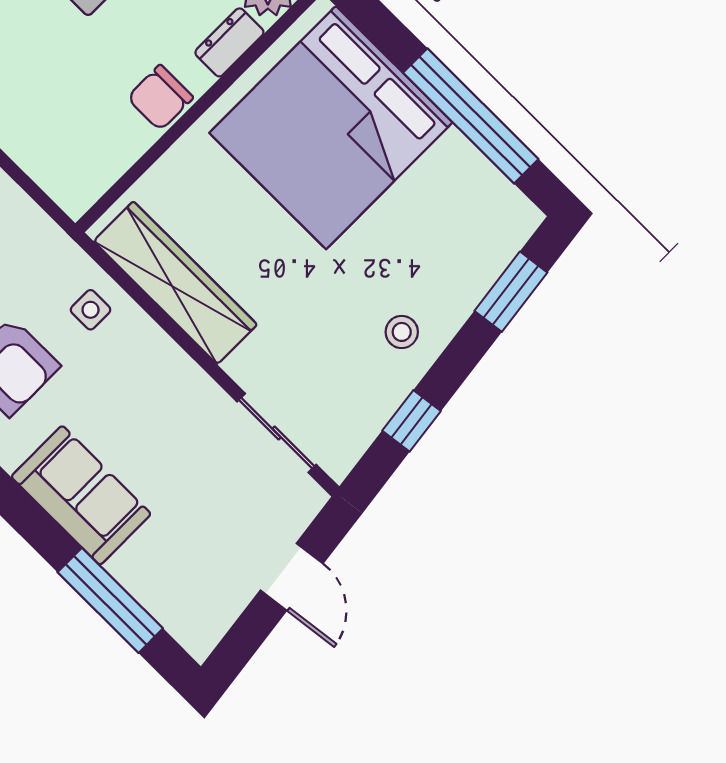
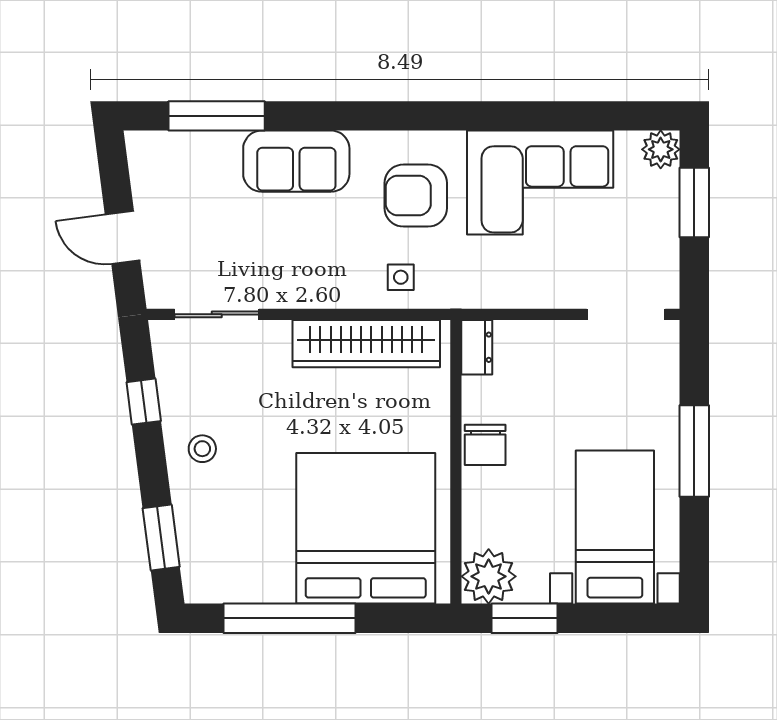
dresser: (229, 42) -> (477, 347), moved
chair: (160, 98) -> (485, 445), turned 180

